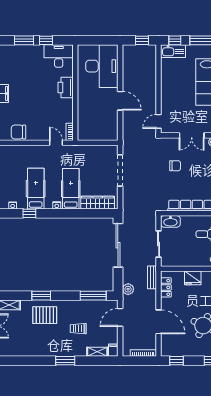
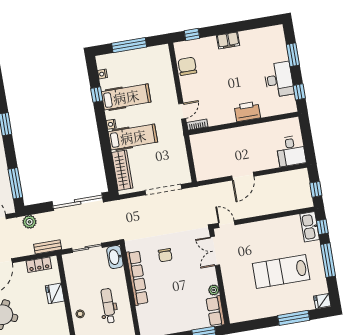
window: (46, 40) -> (299, 92), moved
desk: (59, 56) -> (279, 80), moved
desk: (102, 66) -> (291, 151), width x0.53, depth x0.77
double door: (192, 135) -> (215, 251), moved
chair: (175, 166) -> (165, 255), moved

